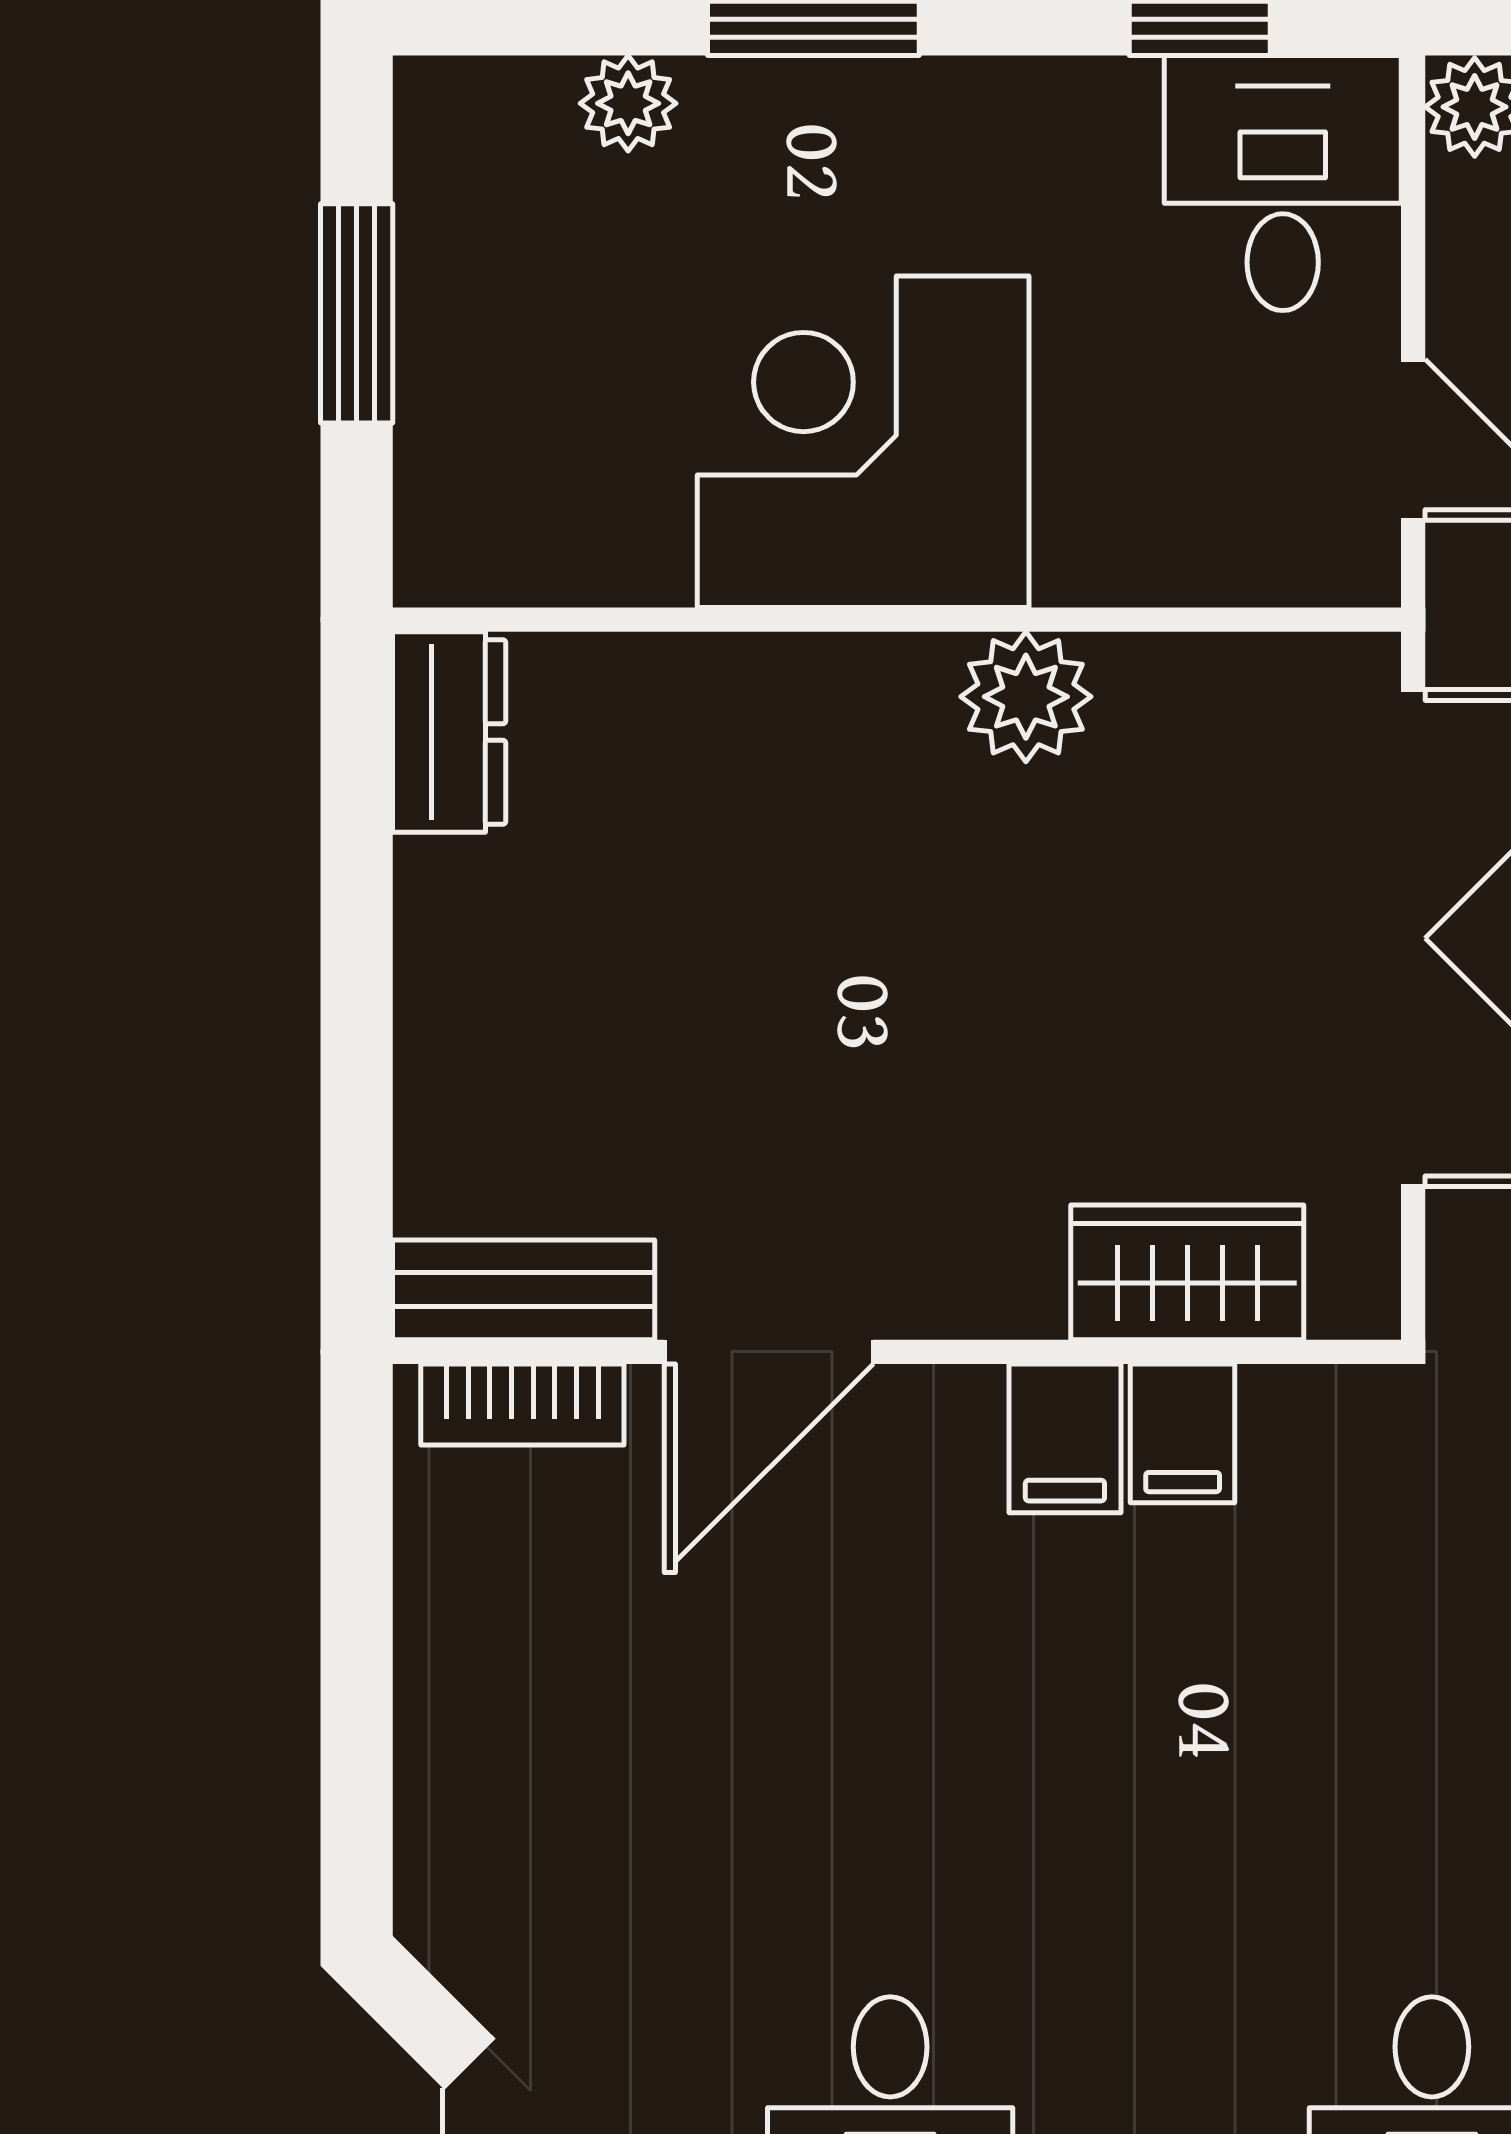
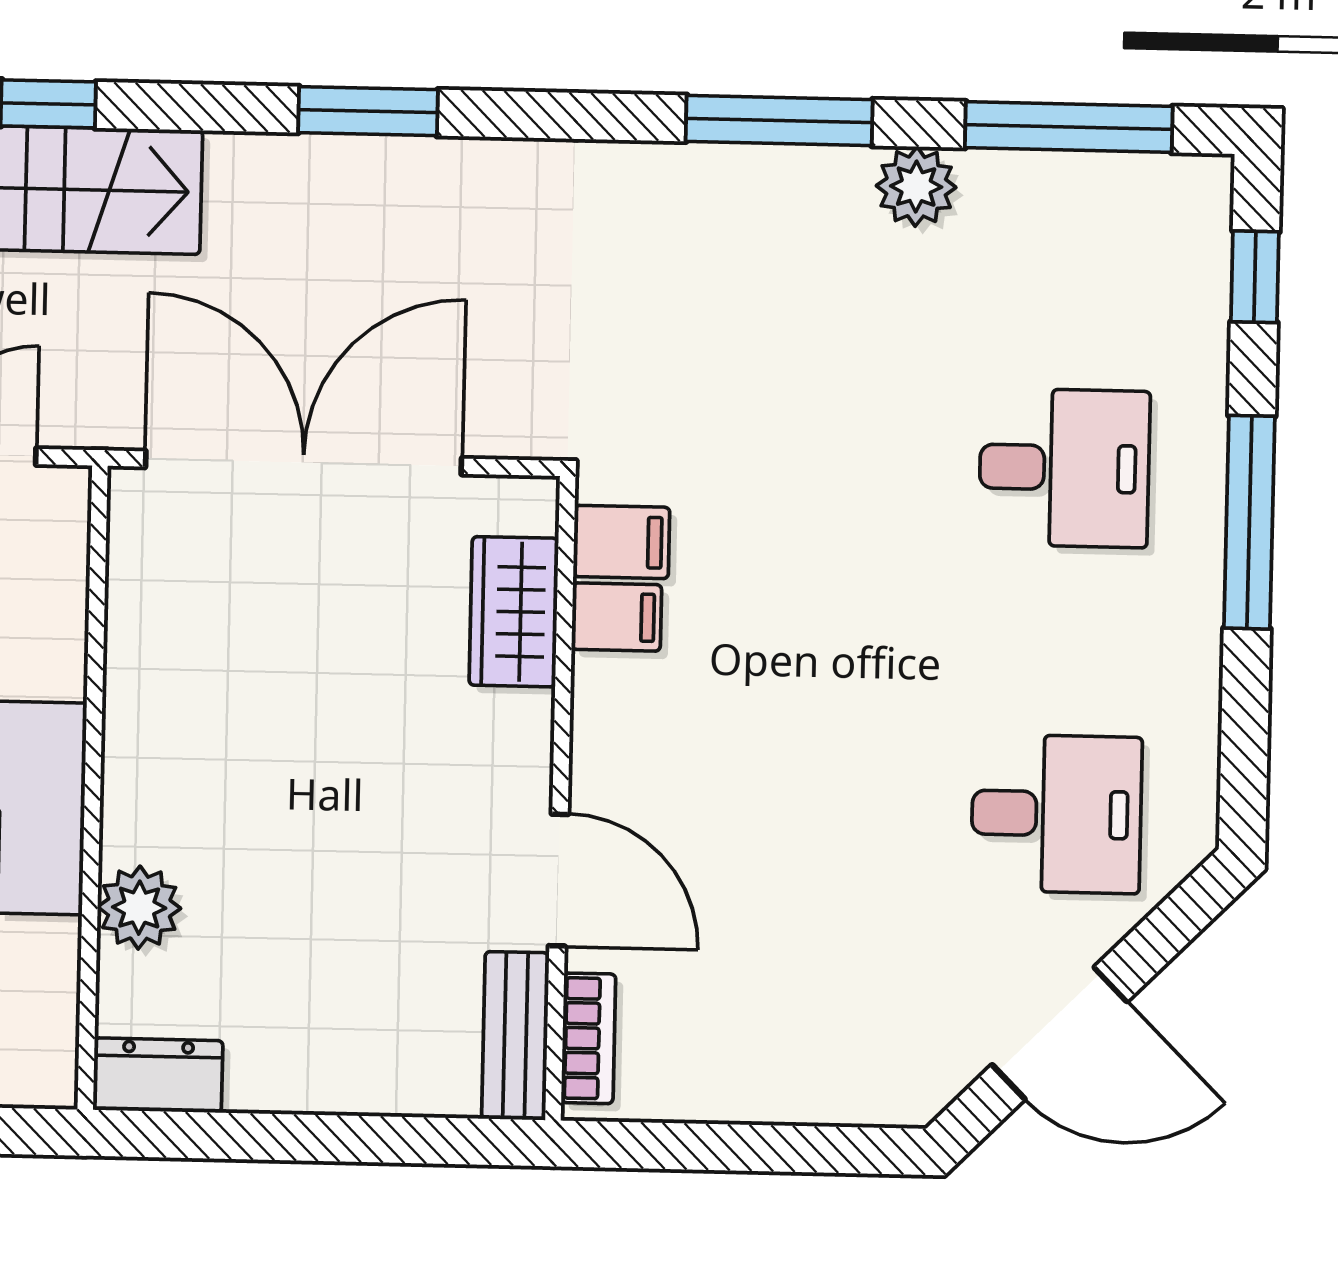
plant: (1026, 697) -> (139, 908), moved
filing cabinet: (1065, 1438) -> (621, 542), moved

